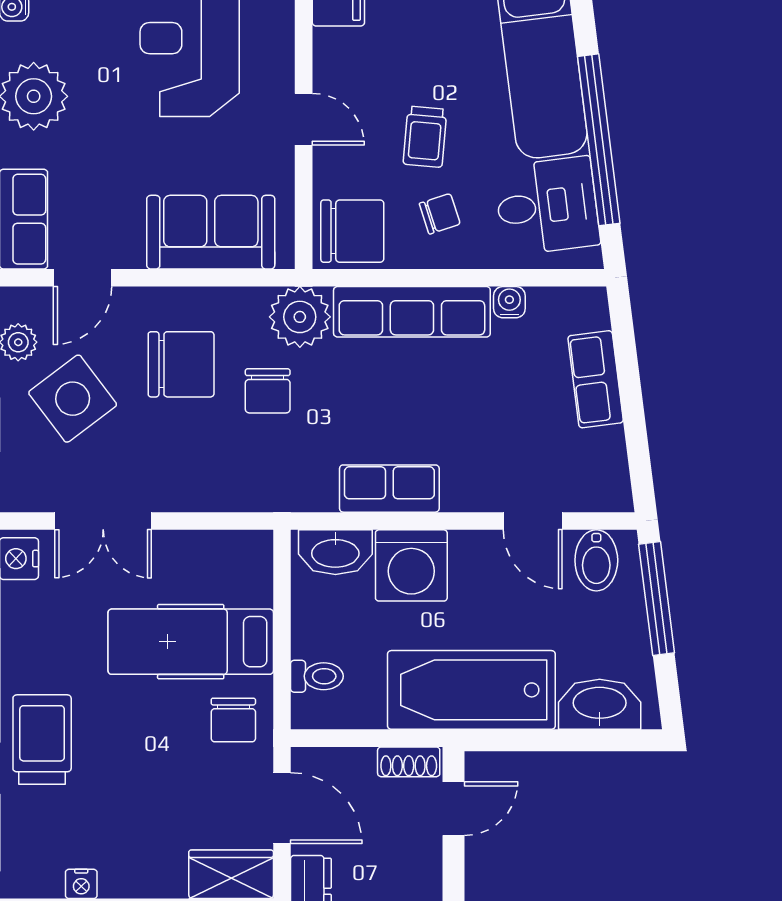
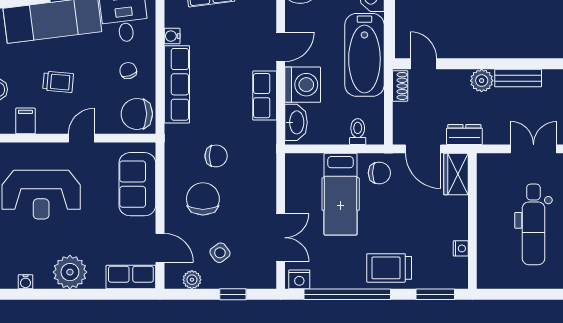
trolley: (425, 137) -> (58, 82), moved
chair: (352, 231) -> (137, 114), turned -90
plant: (300, 317) -> (179, 140), removed
side table: (73, 399) -> (220, 253), width x0.54, depth x0.54
door: (533, 521) -> (281, 47), moved
door: (282, 808) -> (423, 149), swing flipped

